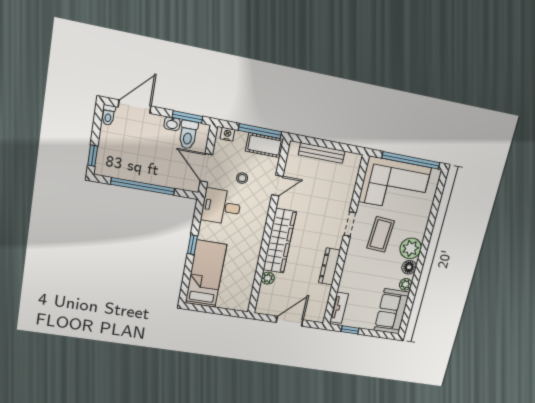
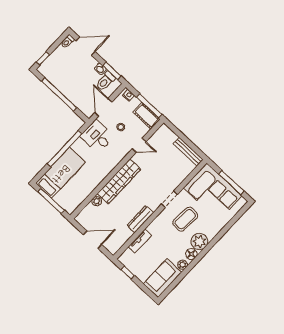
bench: (322, 153) -> (188, 152), moved
window: (411, 160) -> (231, 183), width x0.68
window: (192, 245) -> (65, 149), width x3.17
tv unit: (339, 308) -> (140, 241), moved
window: (216, 310) -> (51, 201), added

